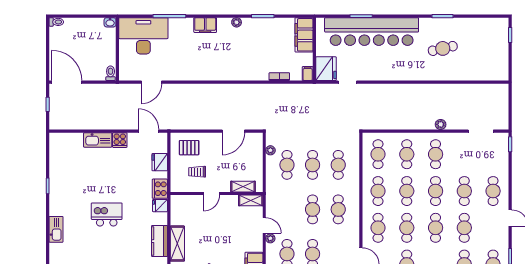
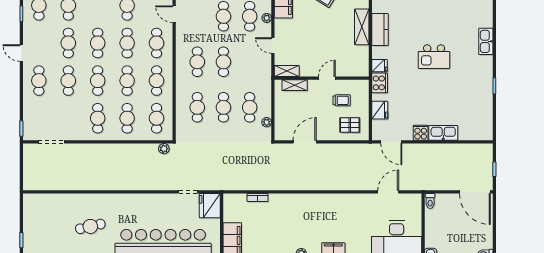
filing cabinet: (308, 74) -> (229, 201), removed
plant: (441, 124) -> (164, 149), moved
plant: (270, 238) -> (267, 18), moved

